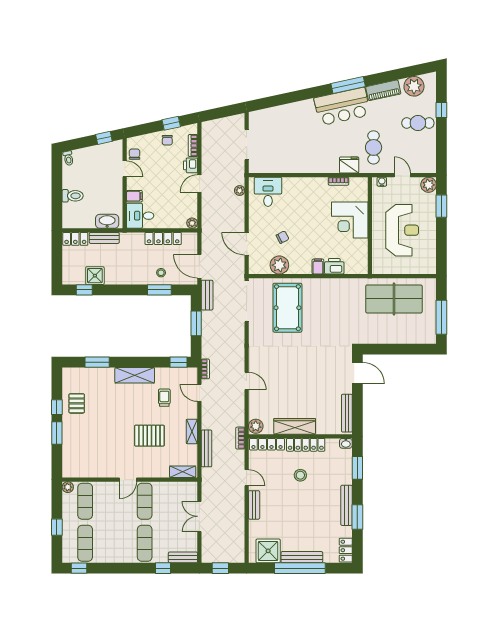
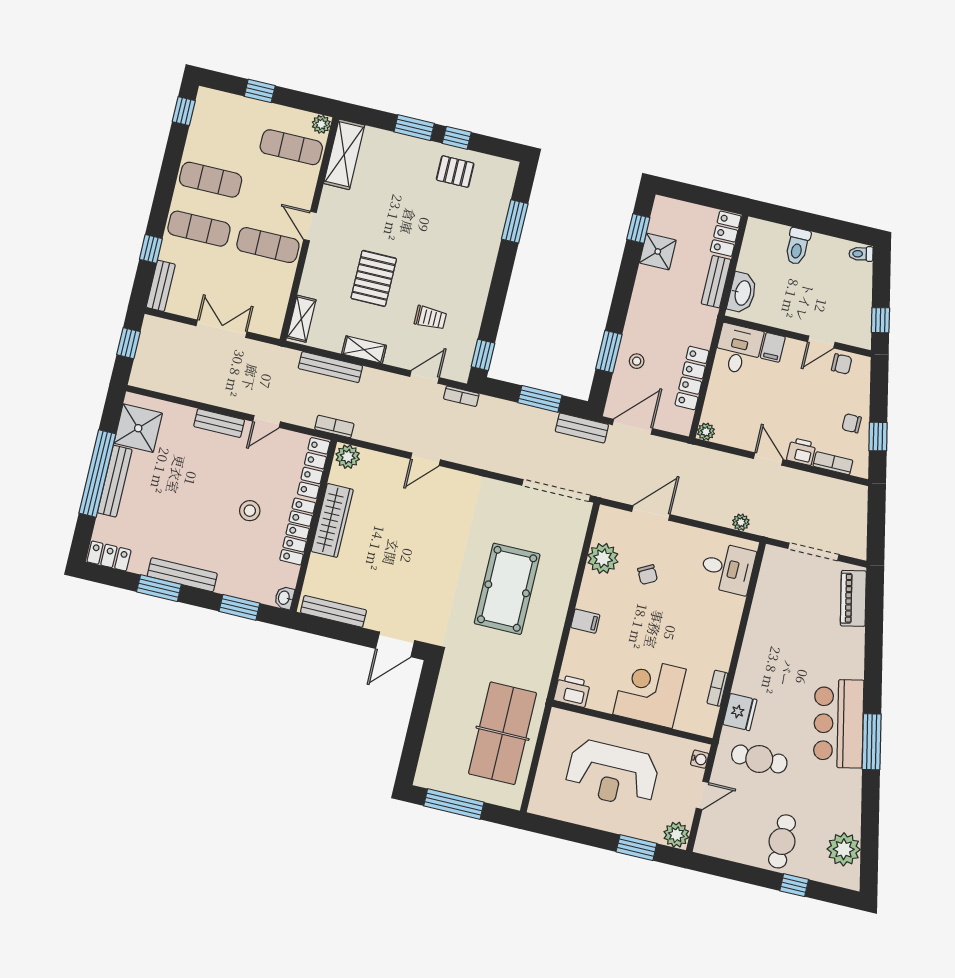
piano: (383, 90) -> (853, 598), moved
printer: (334, 266) -> (572, 691), moved, turned -90
pool table: (287, 308) -> (507, 589), moved, turned 90
shelving: (135, 375) -> (344, 154), moved
exercise mat: (85, 543) -> (211, 180), moved

